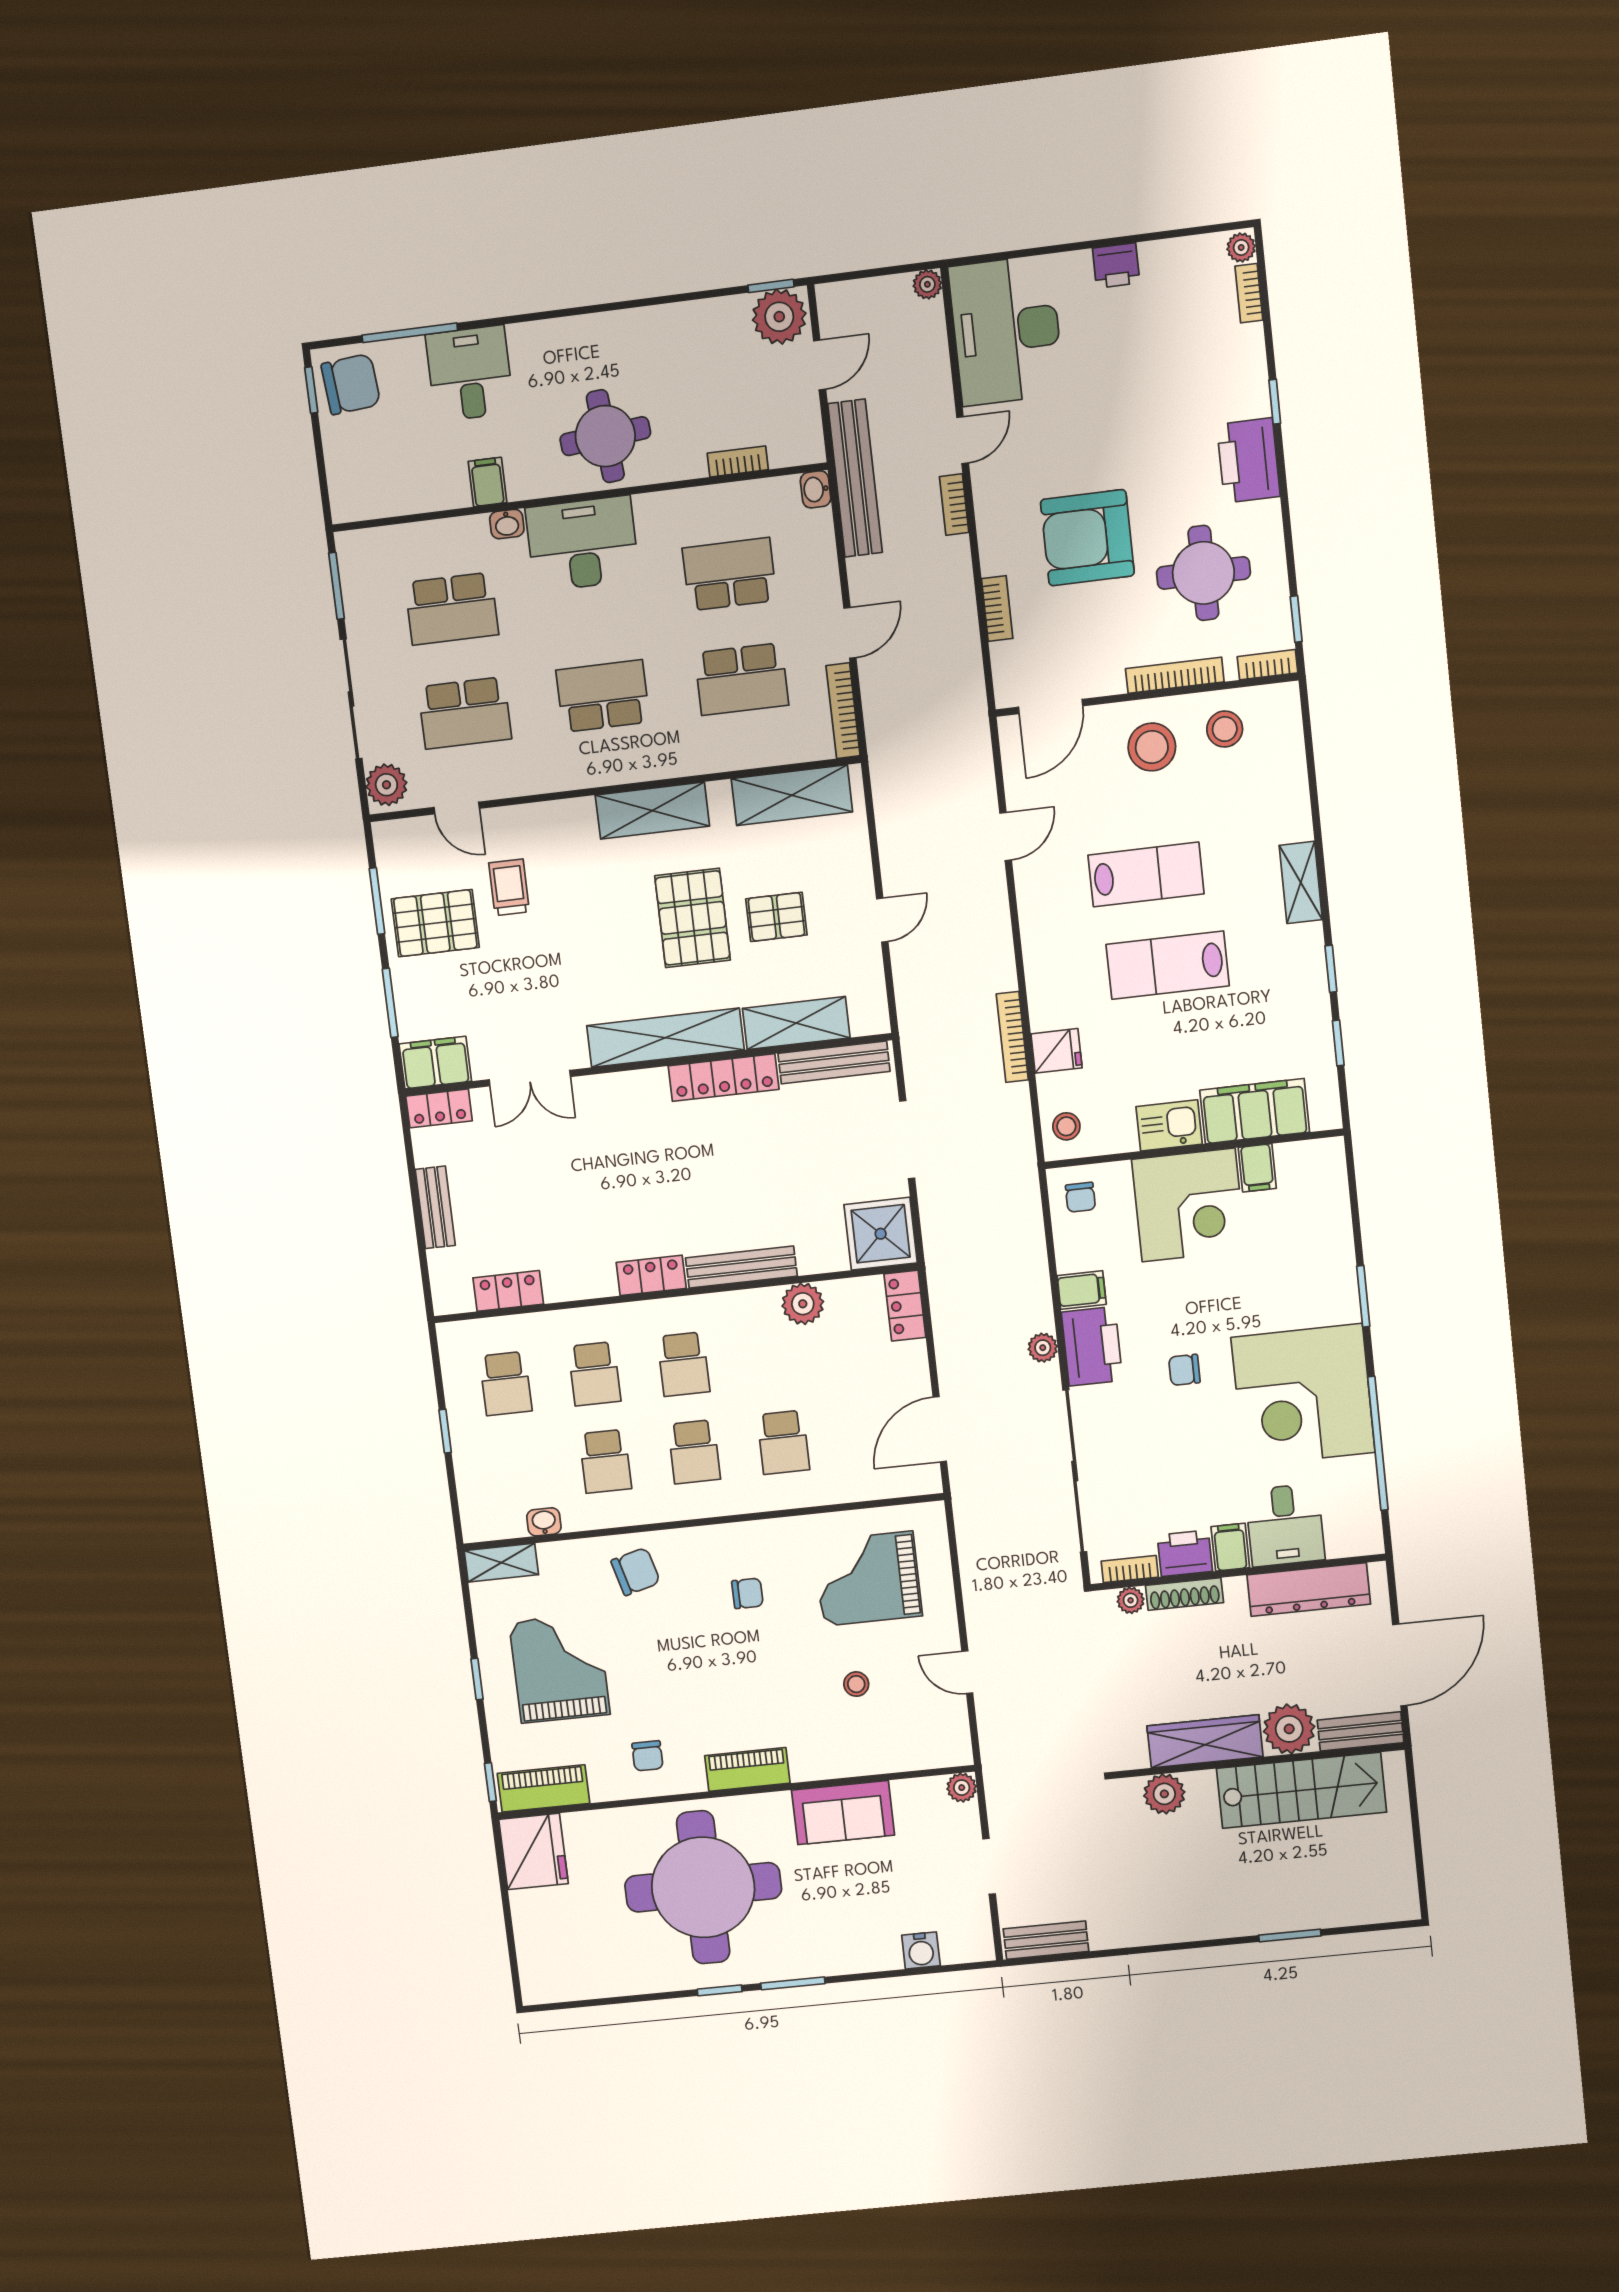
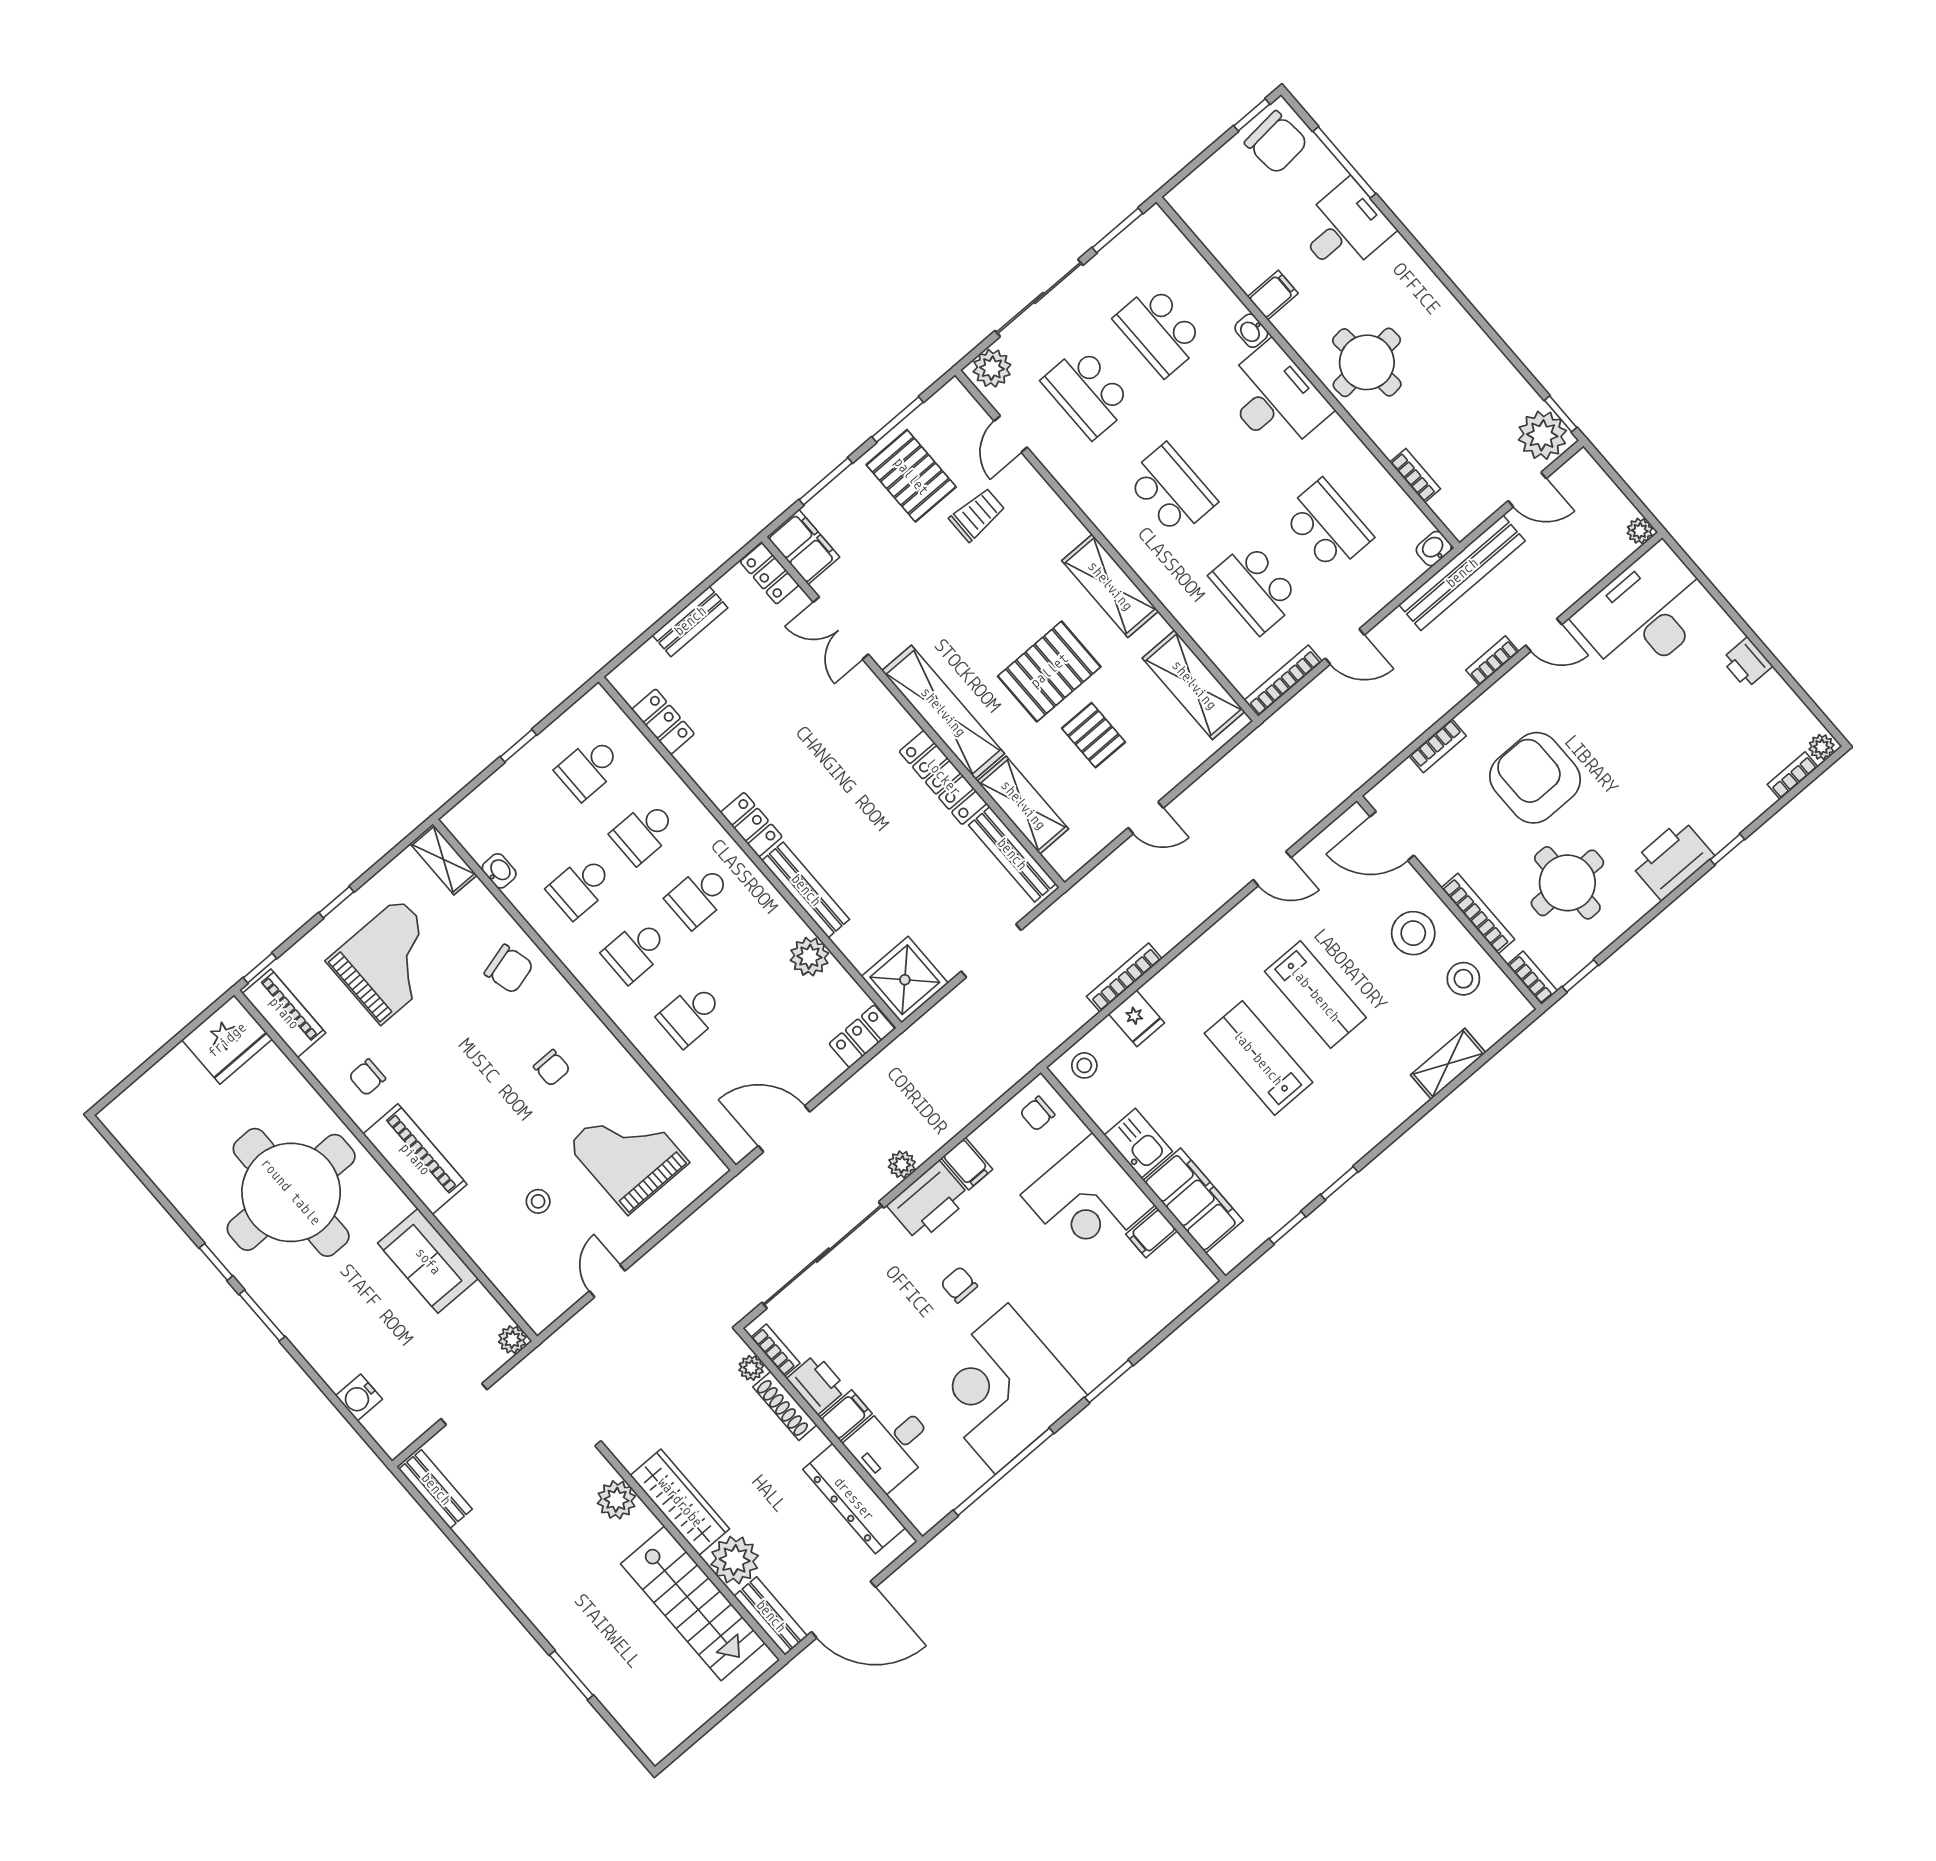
shelving: (1301, 883) -> (1448, 1064), moved
piano: (747, 1769) -> (415, 1159), width x1.37, depth x1.33

